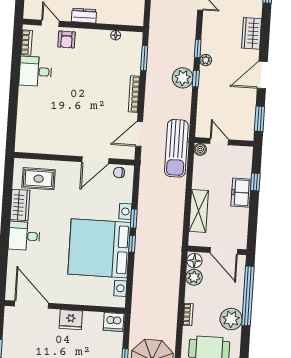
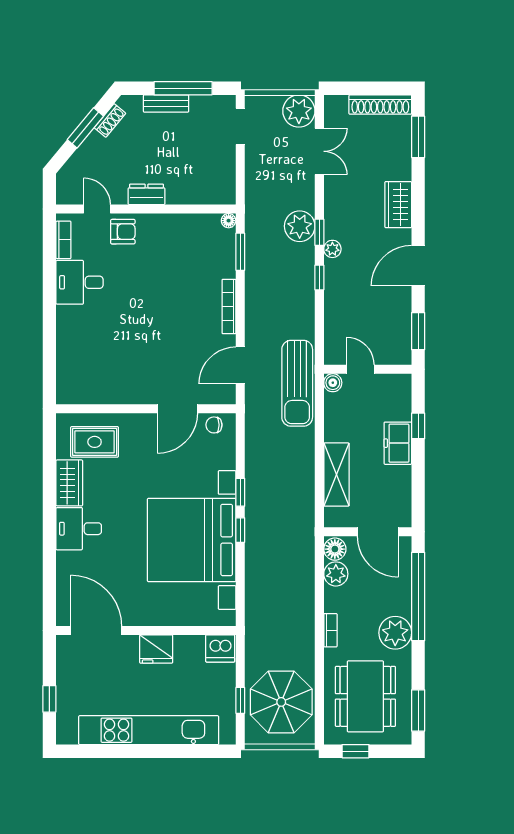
floor lamp: (116, 35) -> (229, 221), moved
armchair: (67, 39) -> (123, 232), turned -90
plant: (183, 78) -> (300, 226), moved

